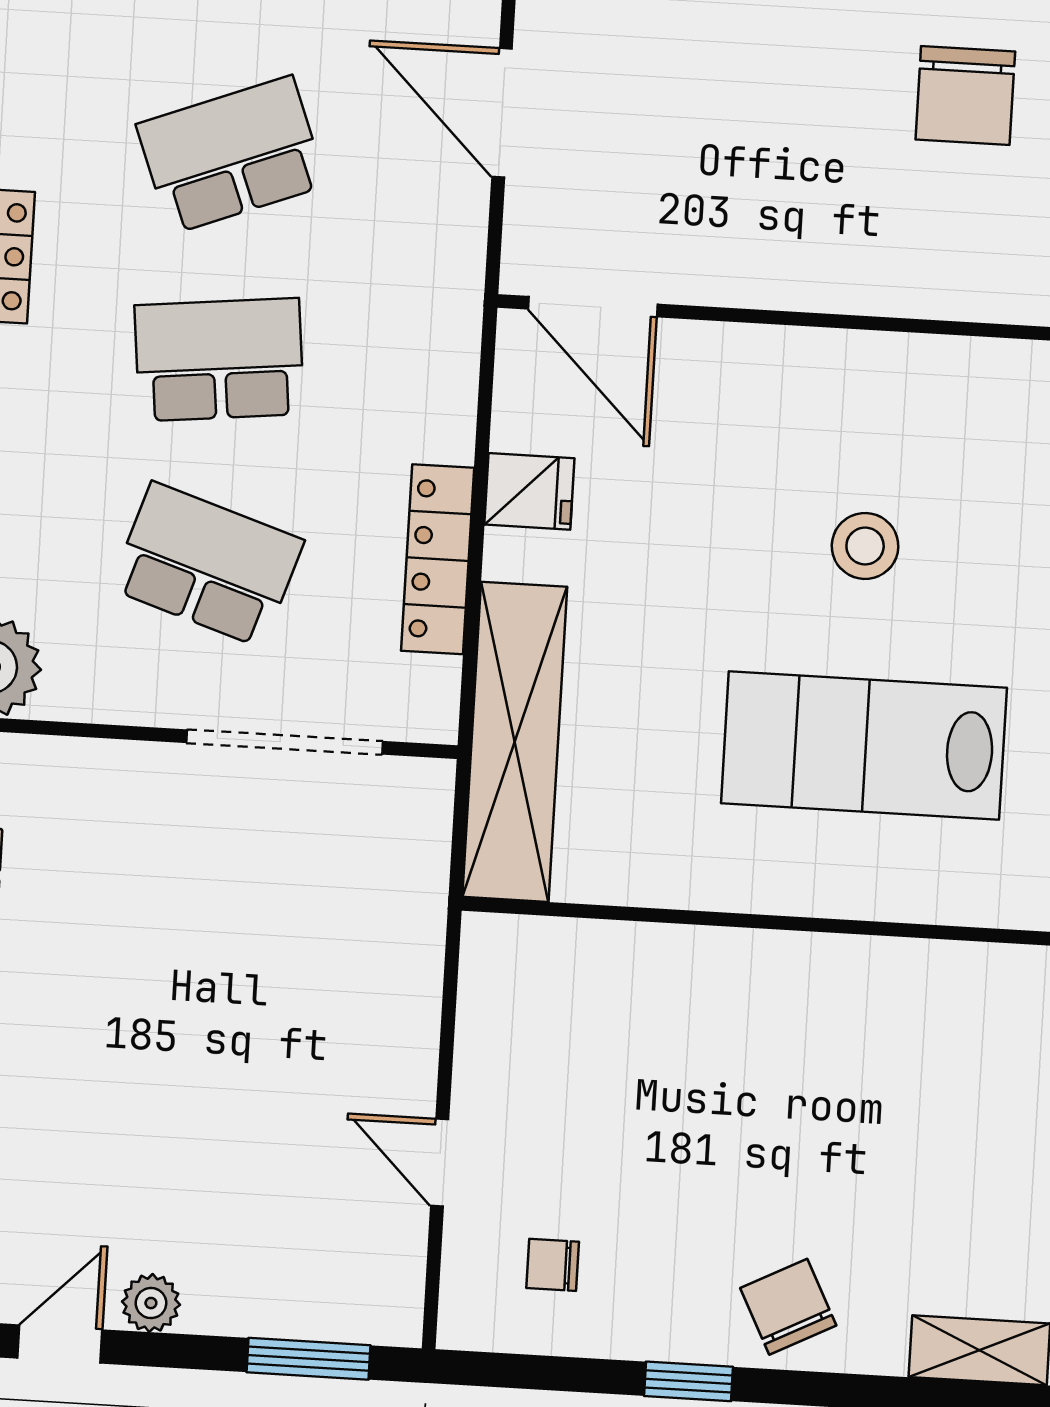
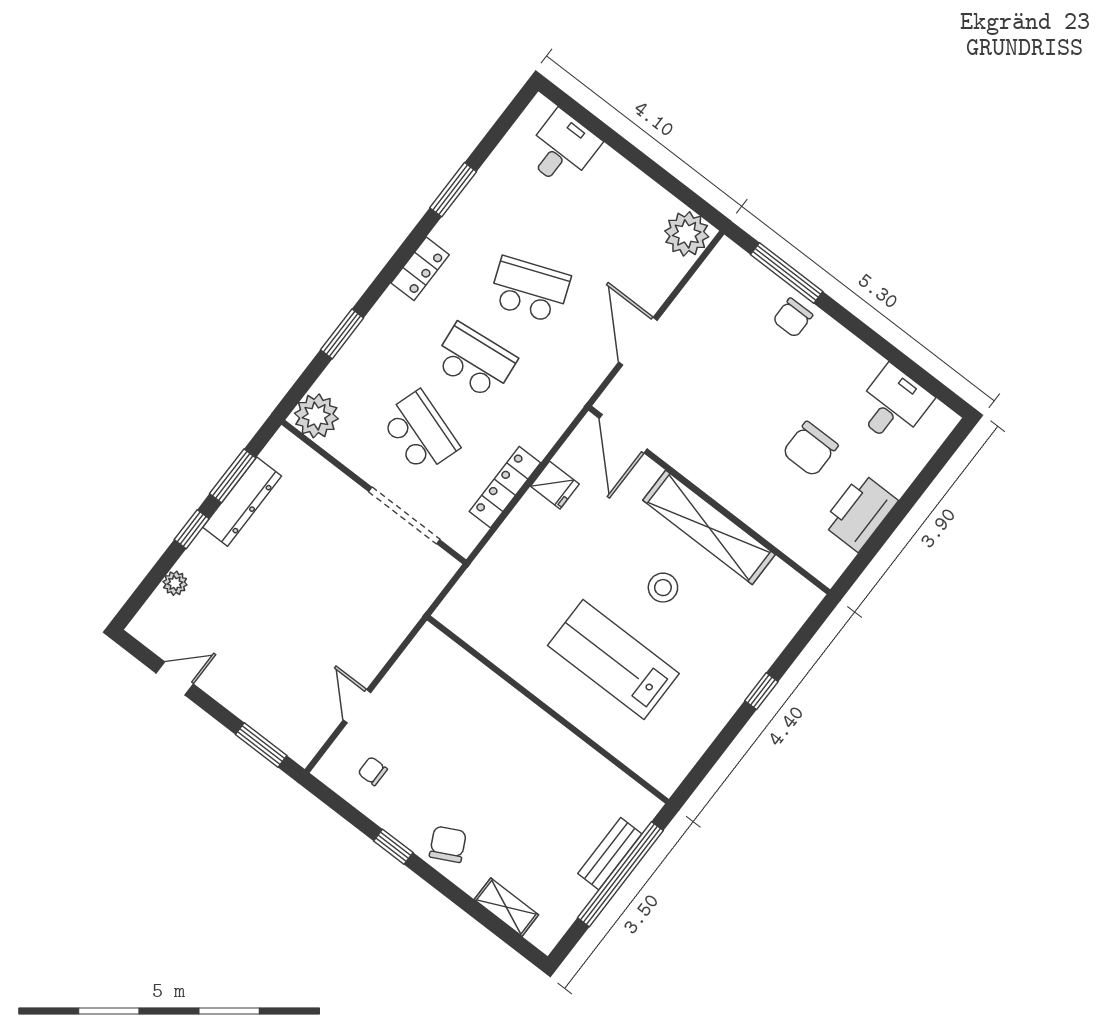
shelving: (515, 742) -> (709, 527), moved, turned 90
plant: (151, 1303) -> (218, 686), removed

